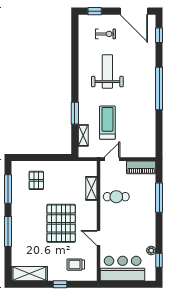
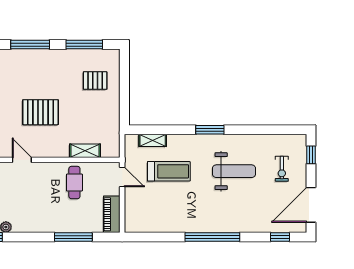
window: (75, 113) -> (210, 130), moved
pallet: (61, 223) -> (40, 112), width x0.73, depth x0.71
door: (99, 238) -> (22, 160), hinge flipped

